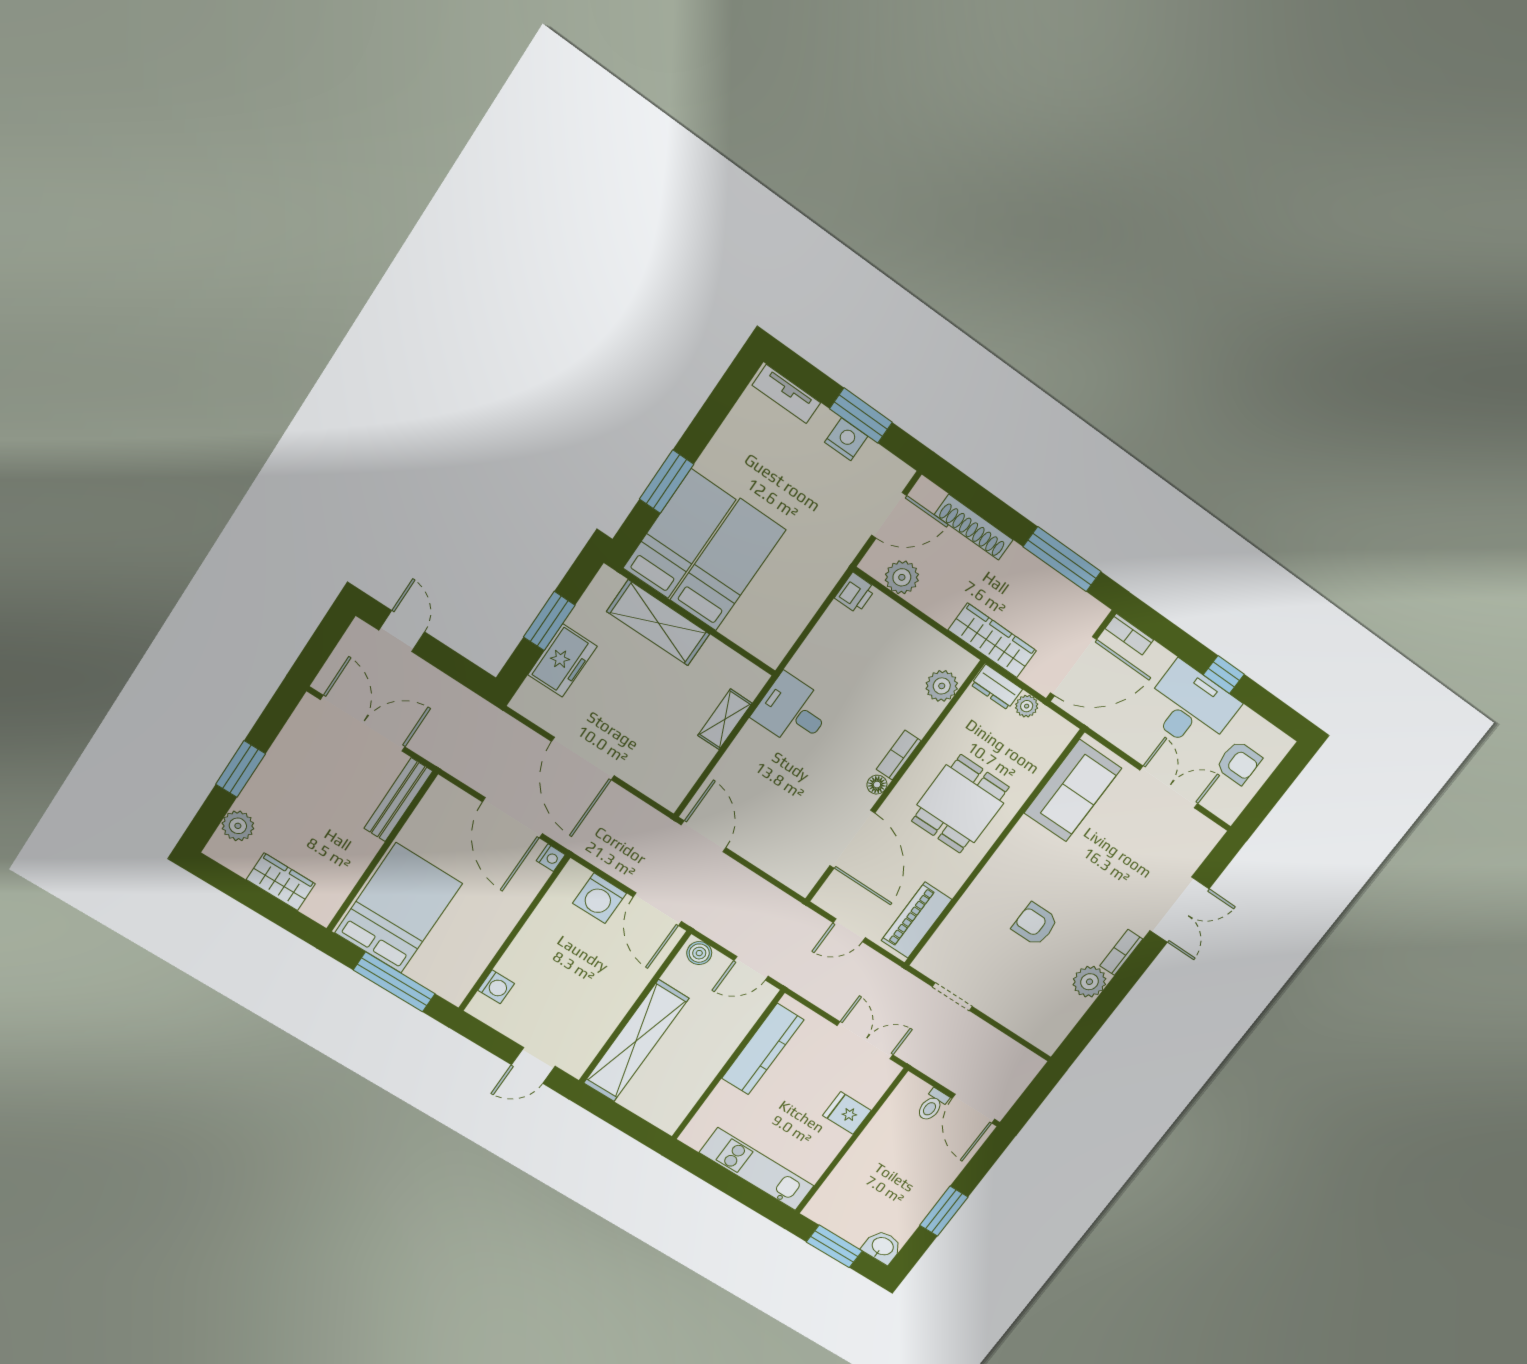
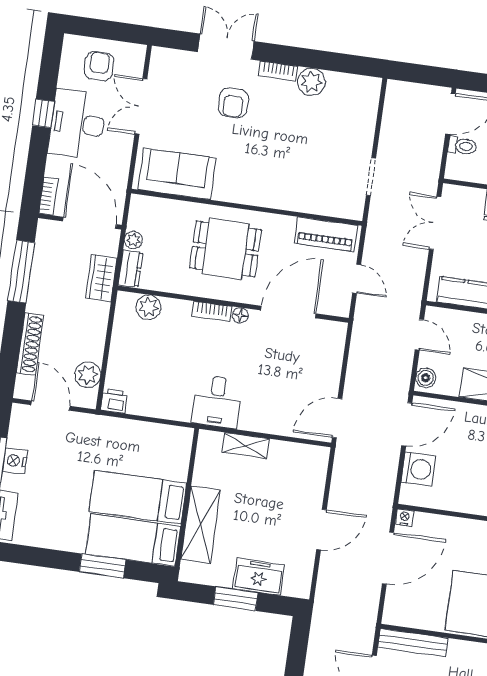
wardrobe: (992, 640) -> (101, 278), width x0.67
door: (583, 759) -> (321, 530), width x0.73
armchair: (1035, 924) -> (233, 103), moved

